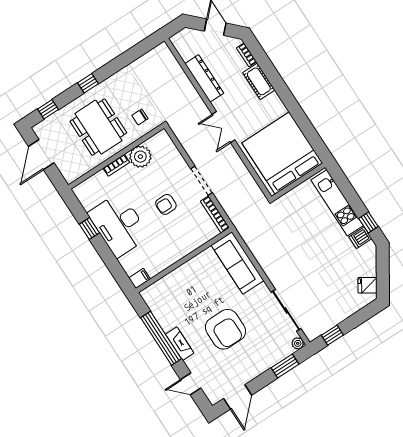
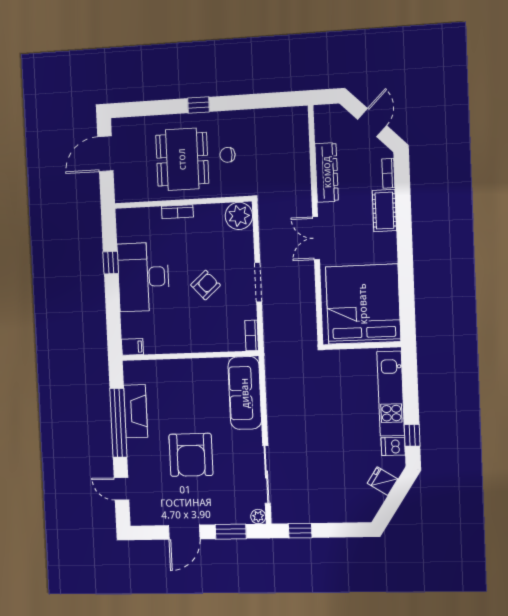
window: (48, 109) -> (140, 109), removed
chair: (140, 117) -> (228, 155), moved
plant: (140, 157) -> (239, 216), moved
armchair: (166, 204) -> (206, 285), turned 138
bookcase: (215, 214) -> (252, 335), width x0.64
fridge: (367, 285) -> (383, 481), moved
fireplace: (180, 344) -> (136, 411), moved, width x1.37, depth x1.32
door: (238, 397) -> (184, 532), moved

